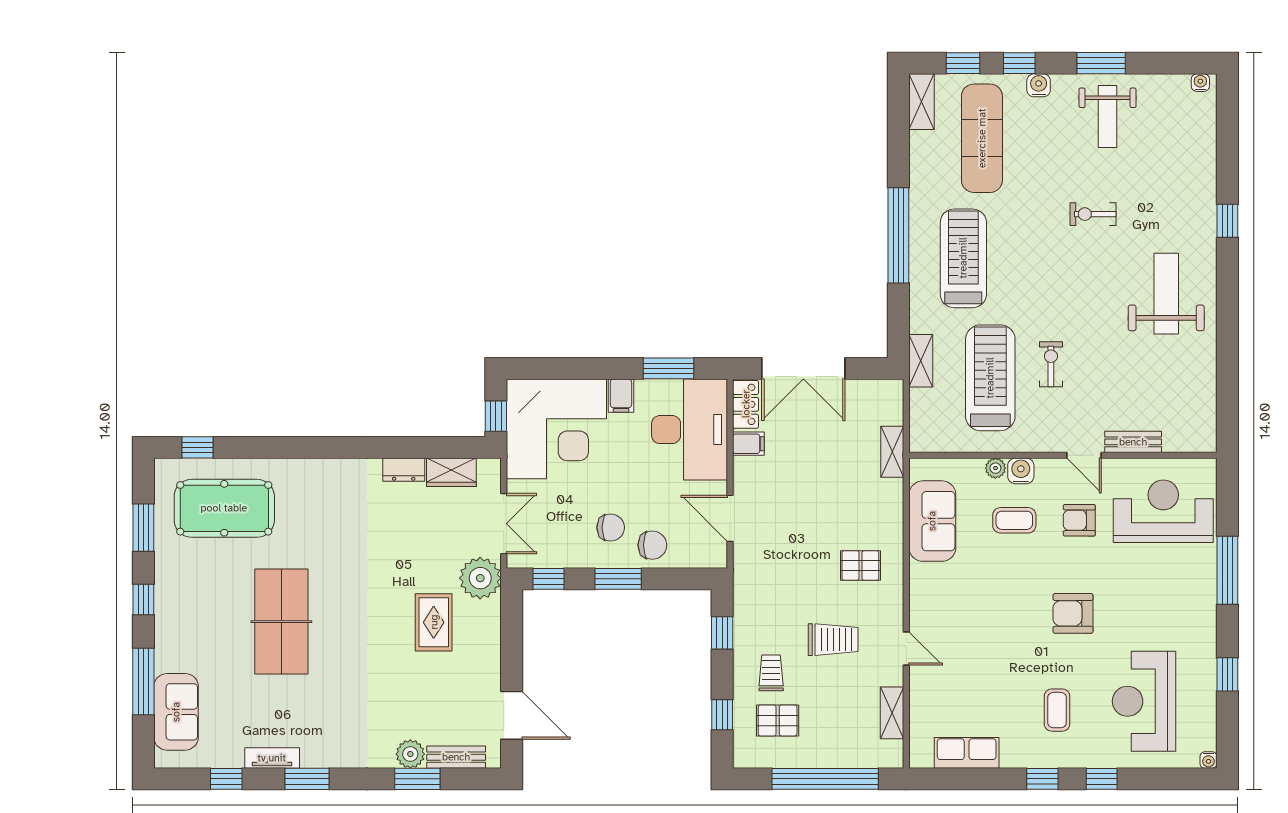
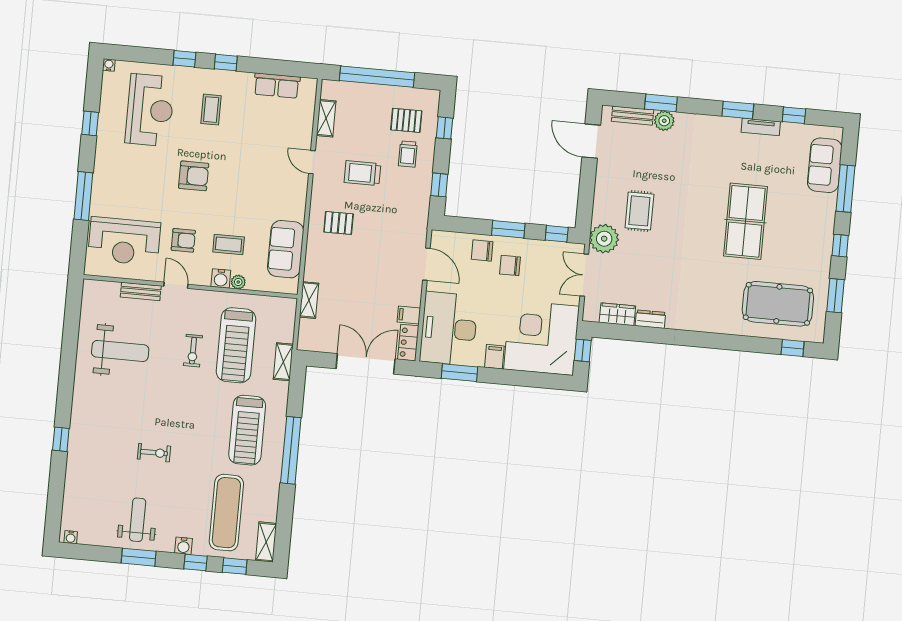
weight bench: (1166, 294) -> (120, 351), moved, turned -90

